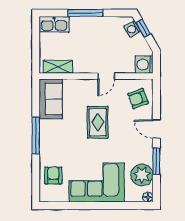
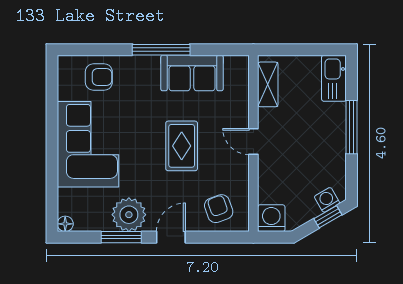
door: (106, 76) -> (253, 142), moved
sofa: (51, 99) -> (192, 73), moved
rug: (98, 122) -> (182, 146), turned 90
plant: (142, 175) -> (129, 215), moved

